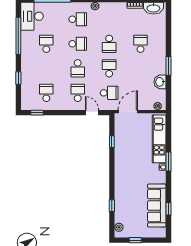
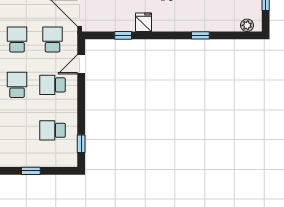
school desk: (78, 68) -> (17, 85), turned -90
school desk: (109, 68) -> (17, 39), turned 90
fridge: (121, 156) -> (143, 22), added
window: (112, 206) -> (200, 35), moved

